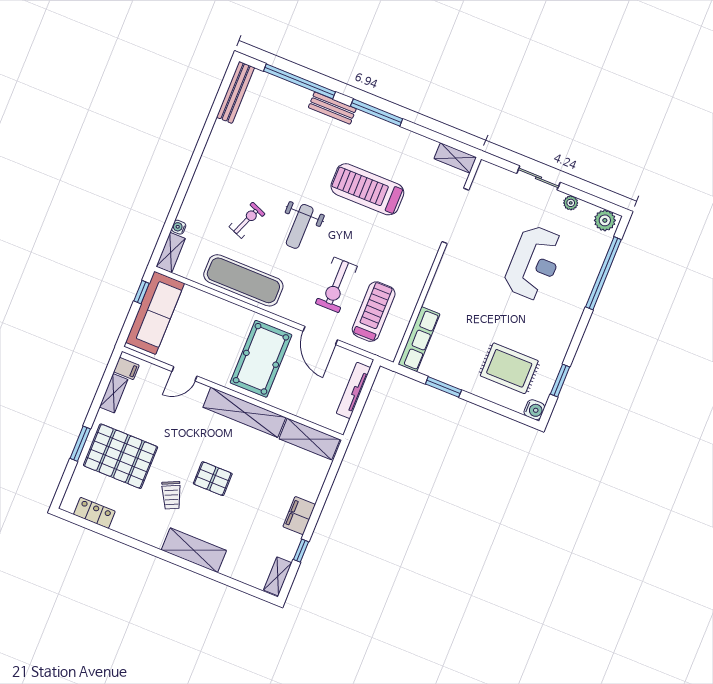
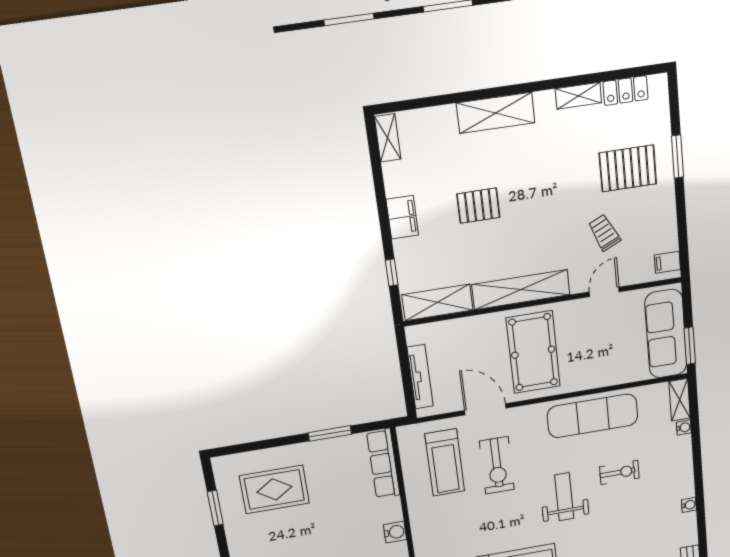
water cooler: (207, 158) -> (689, 505), added
exercise bike: (247, 220) -> (619, 472), turned -112
exercise bike: (336, 285) -> (497, 465), turned 180
window: (142, 292) -> (690, 346), width x1.50
shelving: (114, 393) -> (578, 96), moved, turned 90
water cooler: (534, 410) -> (395, 532), moved, turned 180
pallet: (121, 456) -> (628, 168), width x0.73, depth x0.71
pallet: (213, 479) -> (478, 206), moved
trolley: (171, 495) -> (604, 233), moved
window: (301, 551) -> (392, 273), moved

